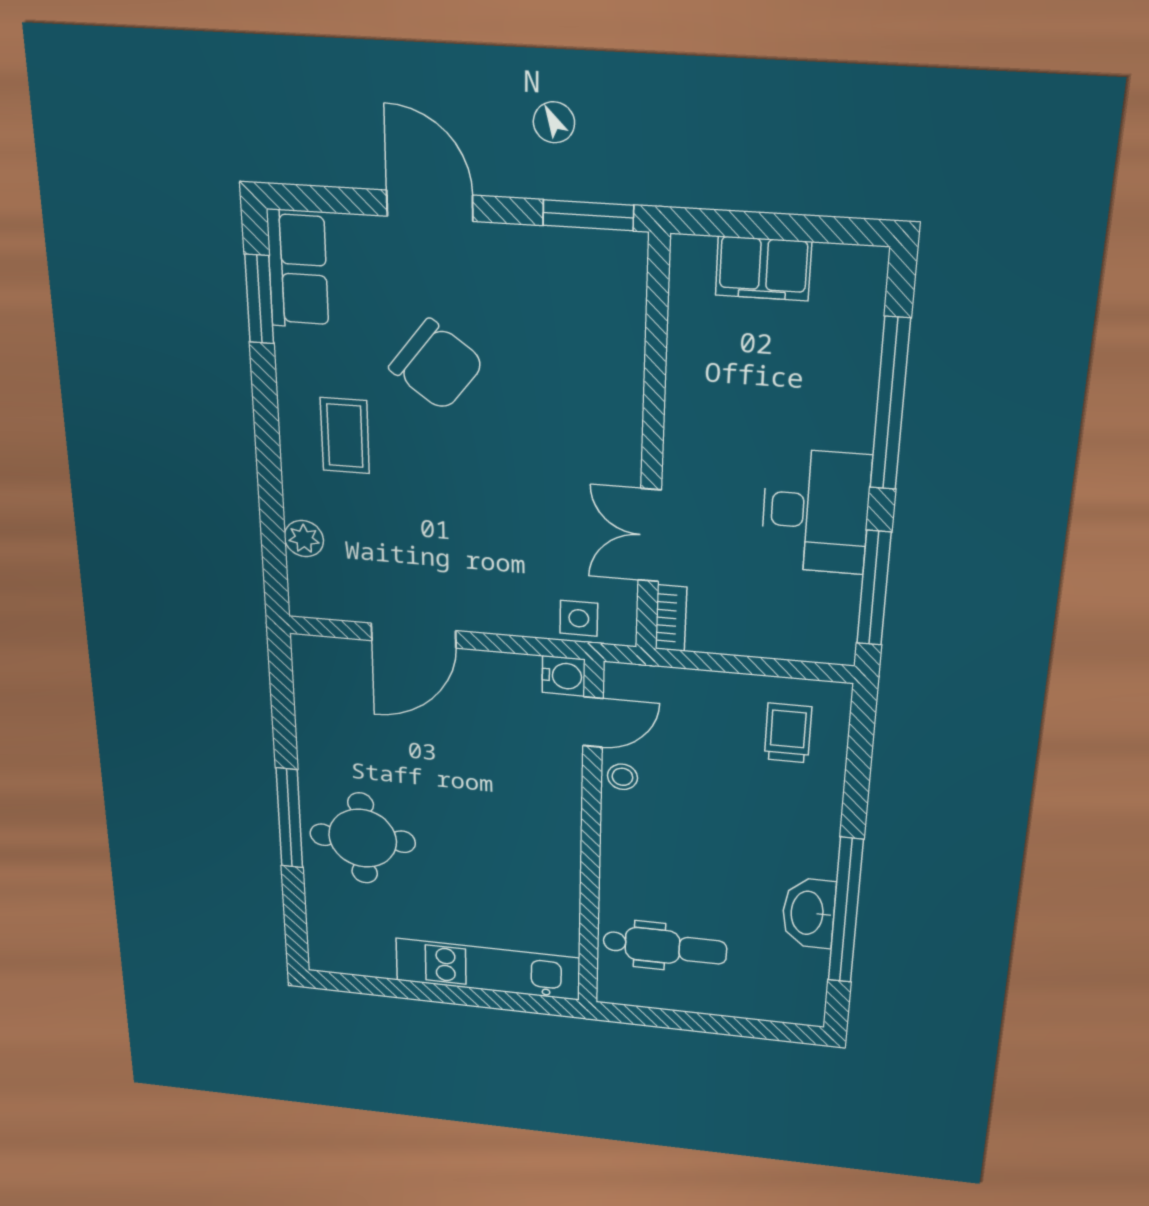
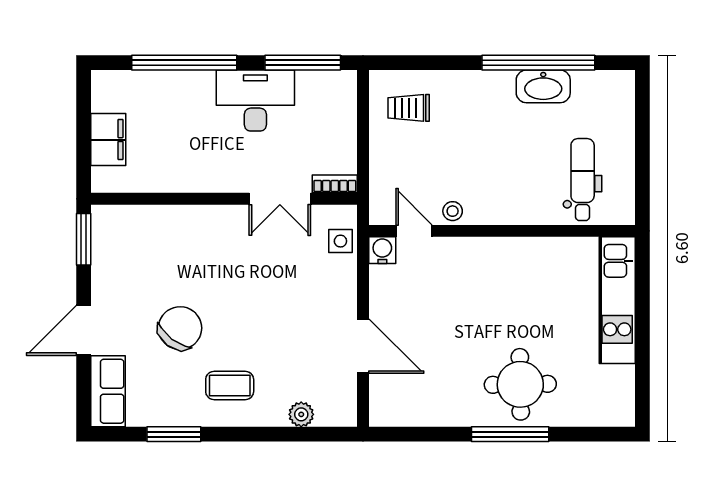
row of seats: (298, 269) -> (108, 391), moved, turned 90
window: (259, 299) -> (174, 434), moved

